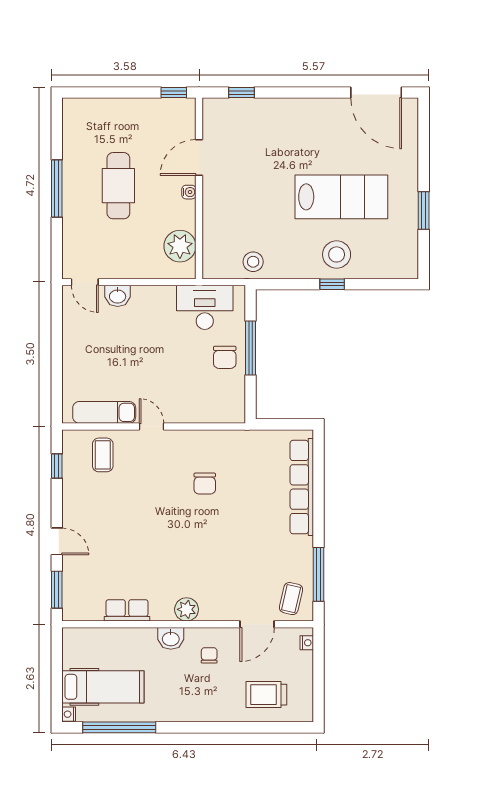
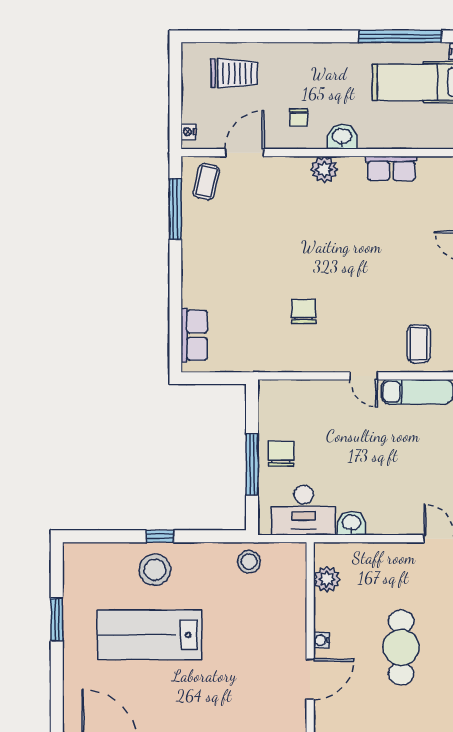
plant: (180, 246) -> (327, 579), width x0.73, depth x0.73
washbasin: (118, 296) -> (351, 523), moved
row of seats: (302, 487) -> (194, 335), width x0.50

